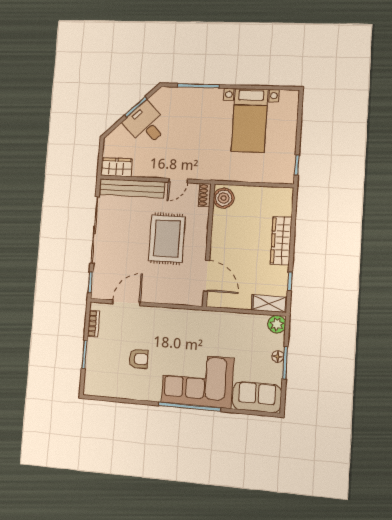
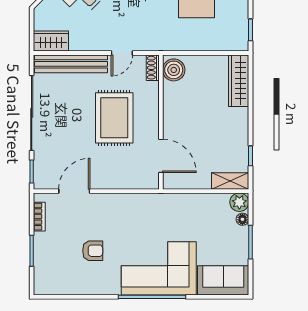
wardrobe: (281, 241) -> (239, 81), moved
floor lamp: (278, 356) -> (242, 219), moved

